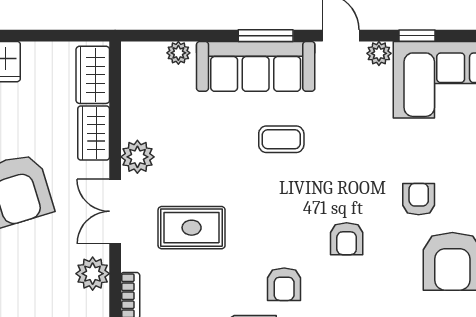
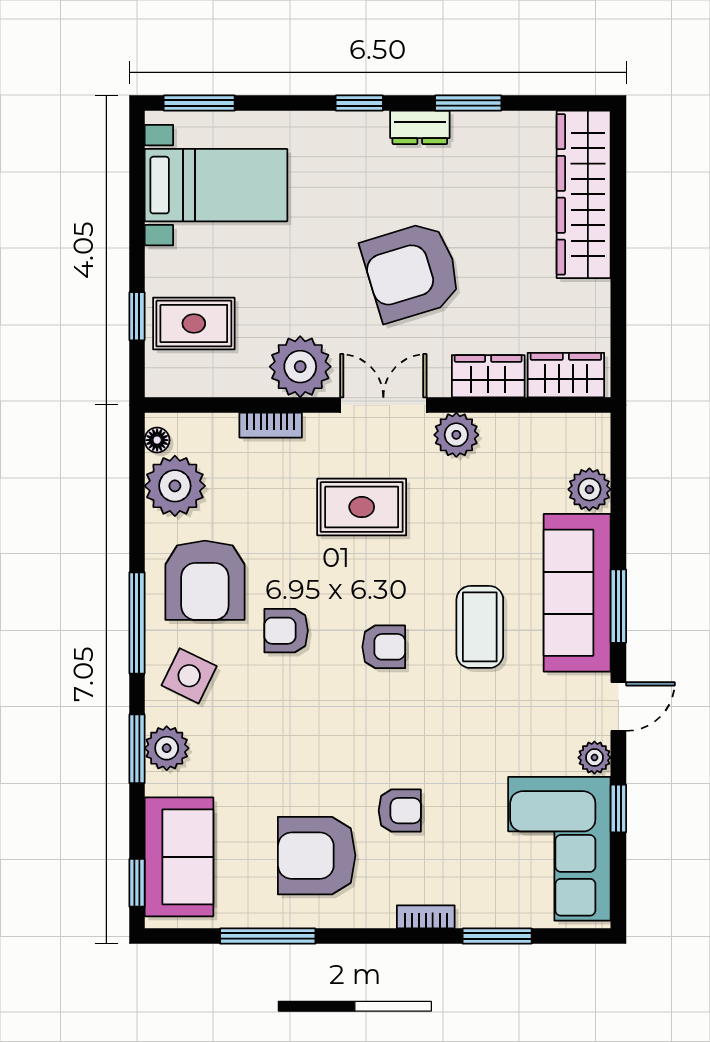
plant: (178, 53) -> (589, 489), width x1.38, depth x1.38
coffee table: (281, 139) -> (480, 627), width x1.36, depth x1.30
rug: (192, 228) -> (362, 507), turned 90
armchair: (347, 239) -> (384, 647), moved, turned 180
plant: (93, 274) -> (300, 367), width x1.36, depth x1.36

